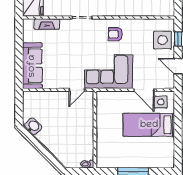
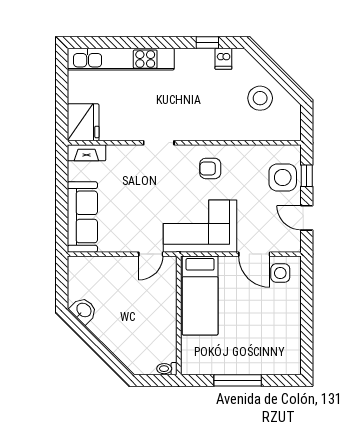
fireplace: (47, 24) -> (86, 153), moved
bed: (149, 125) -> (200, 296), moved, turned -90

